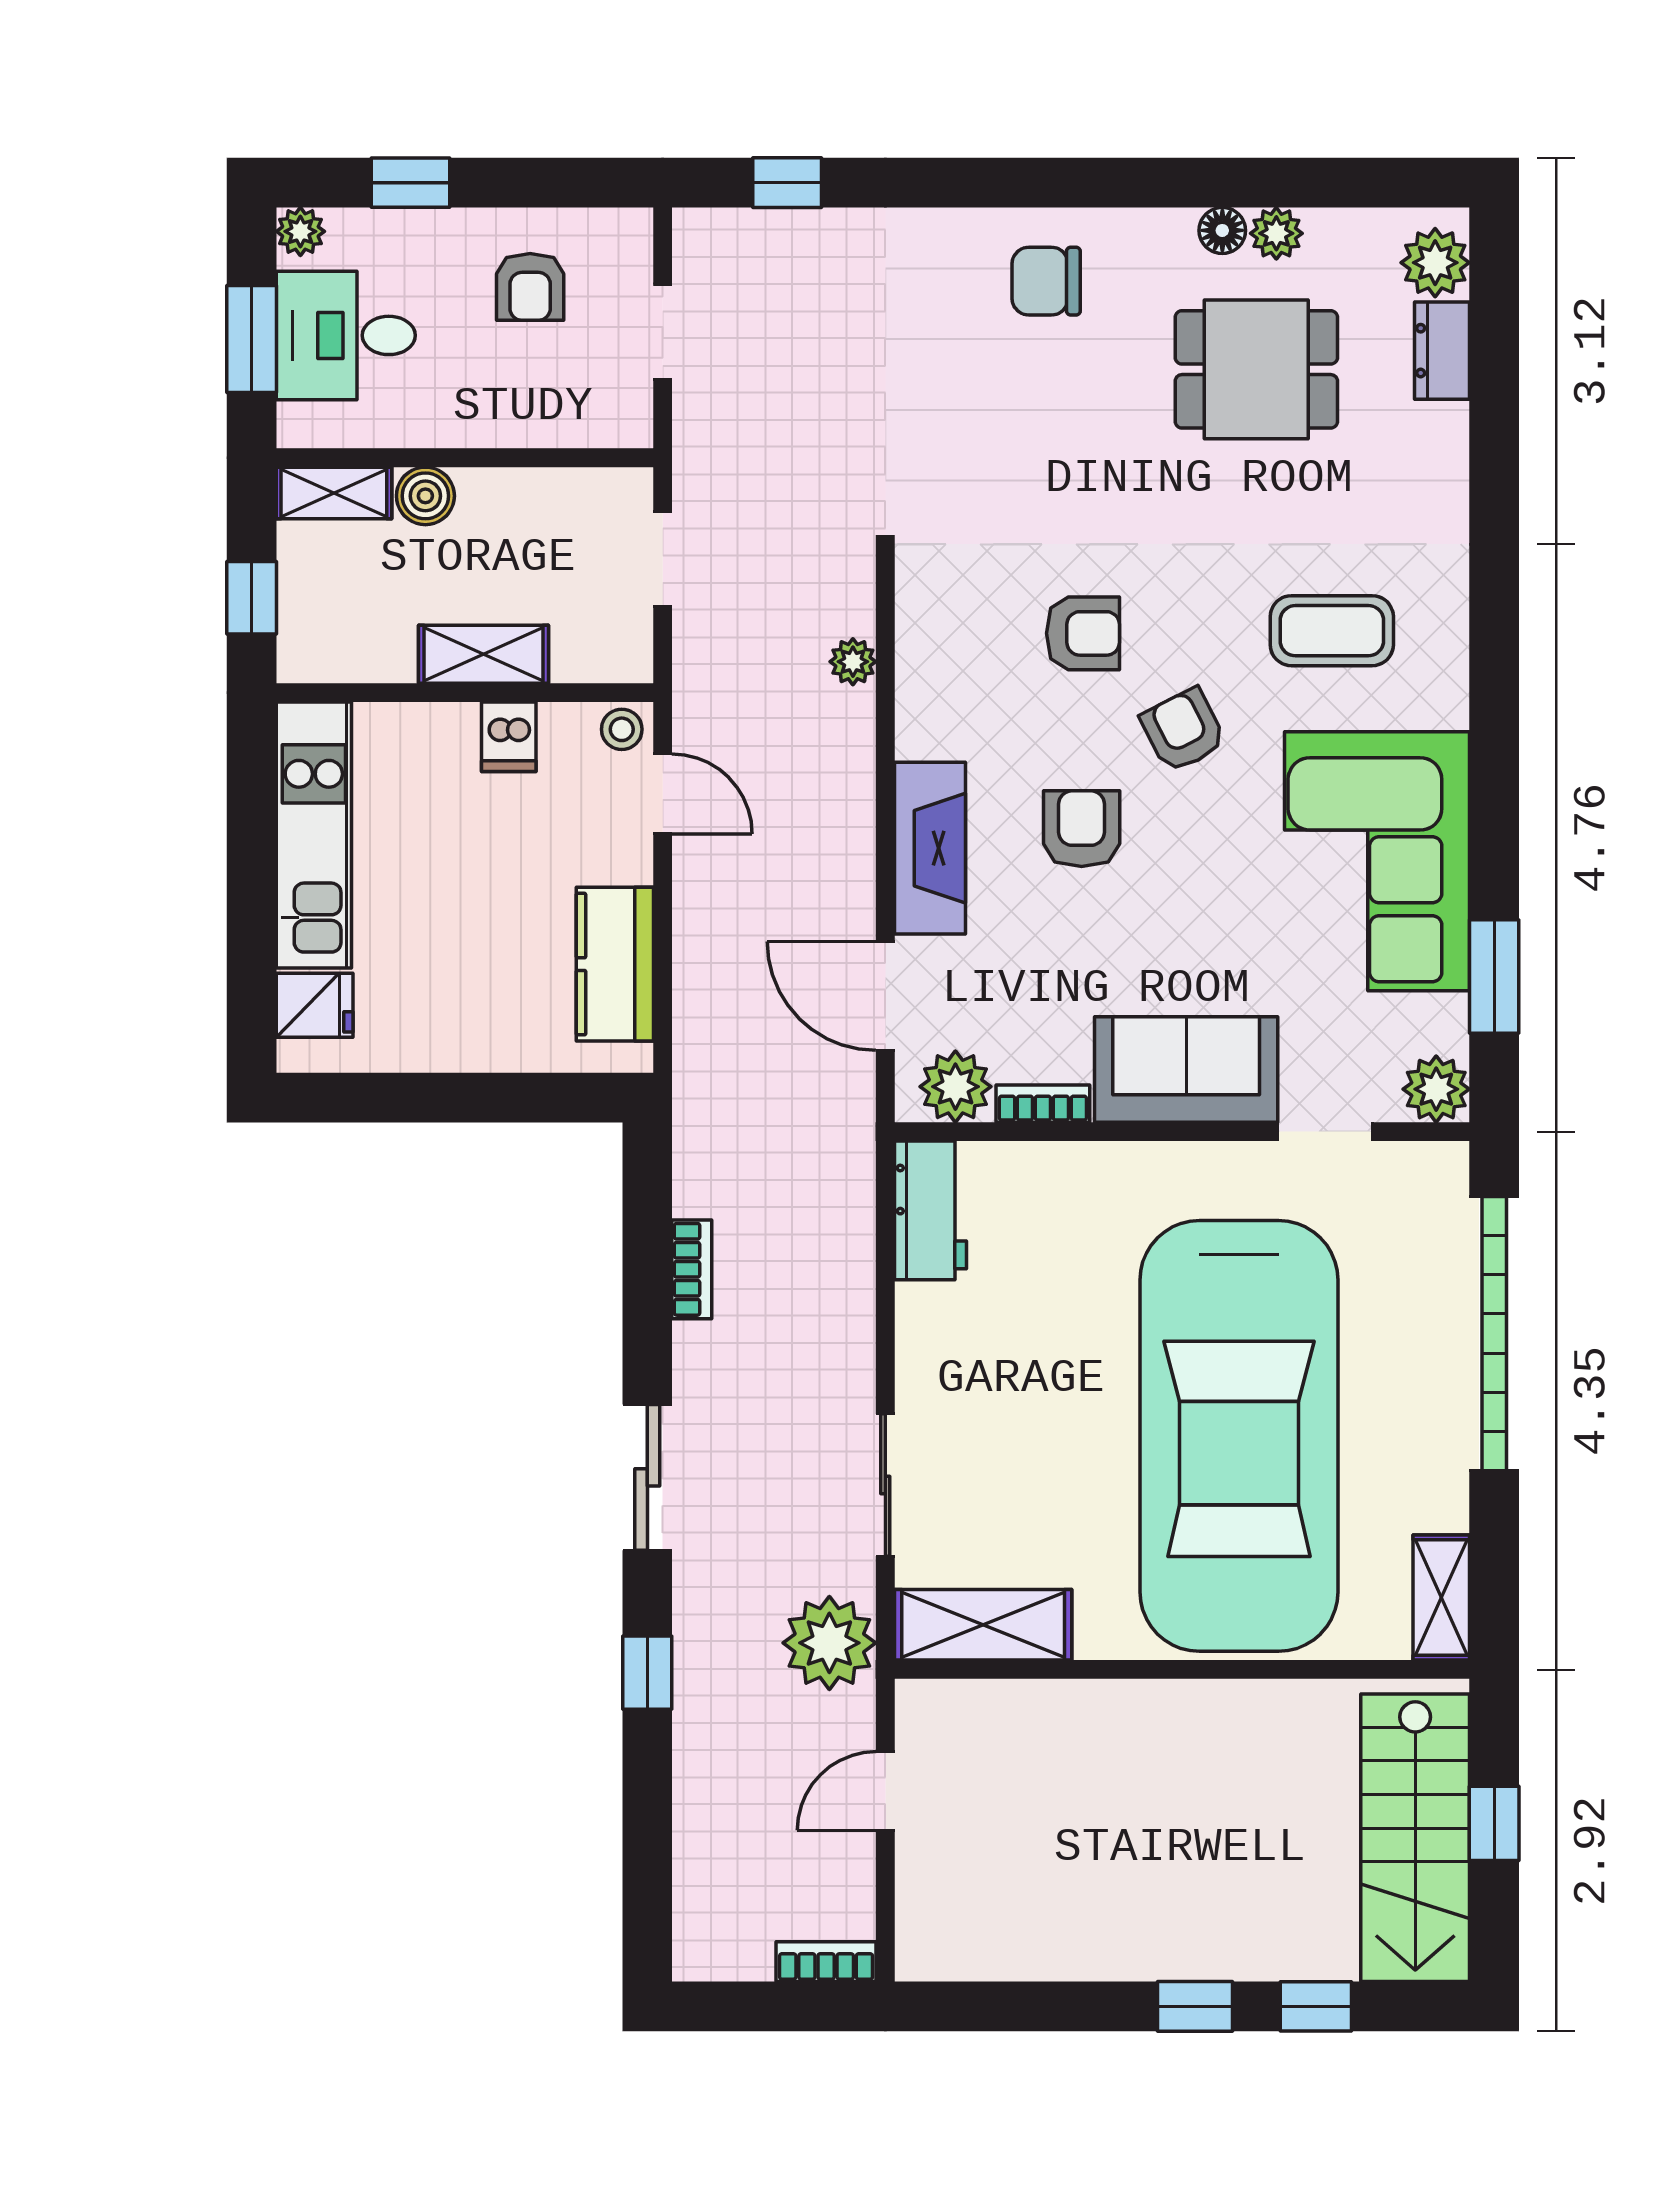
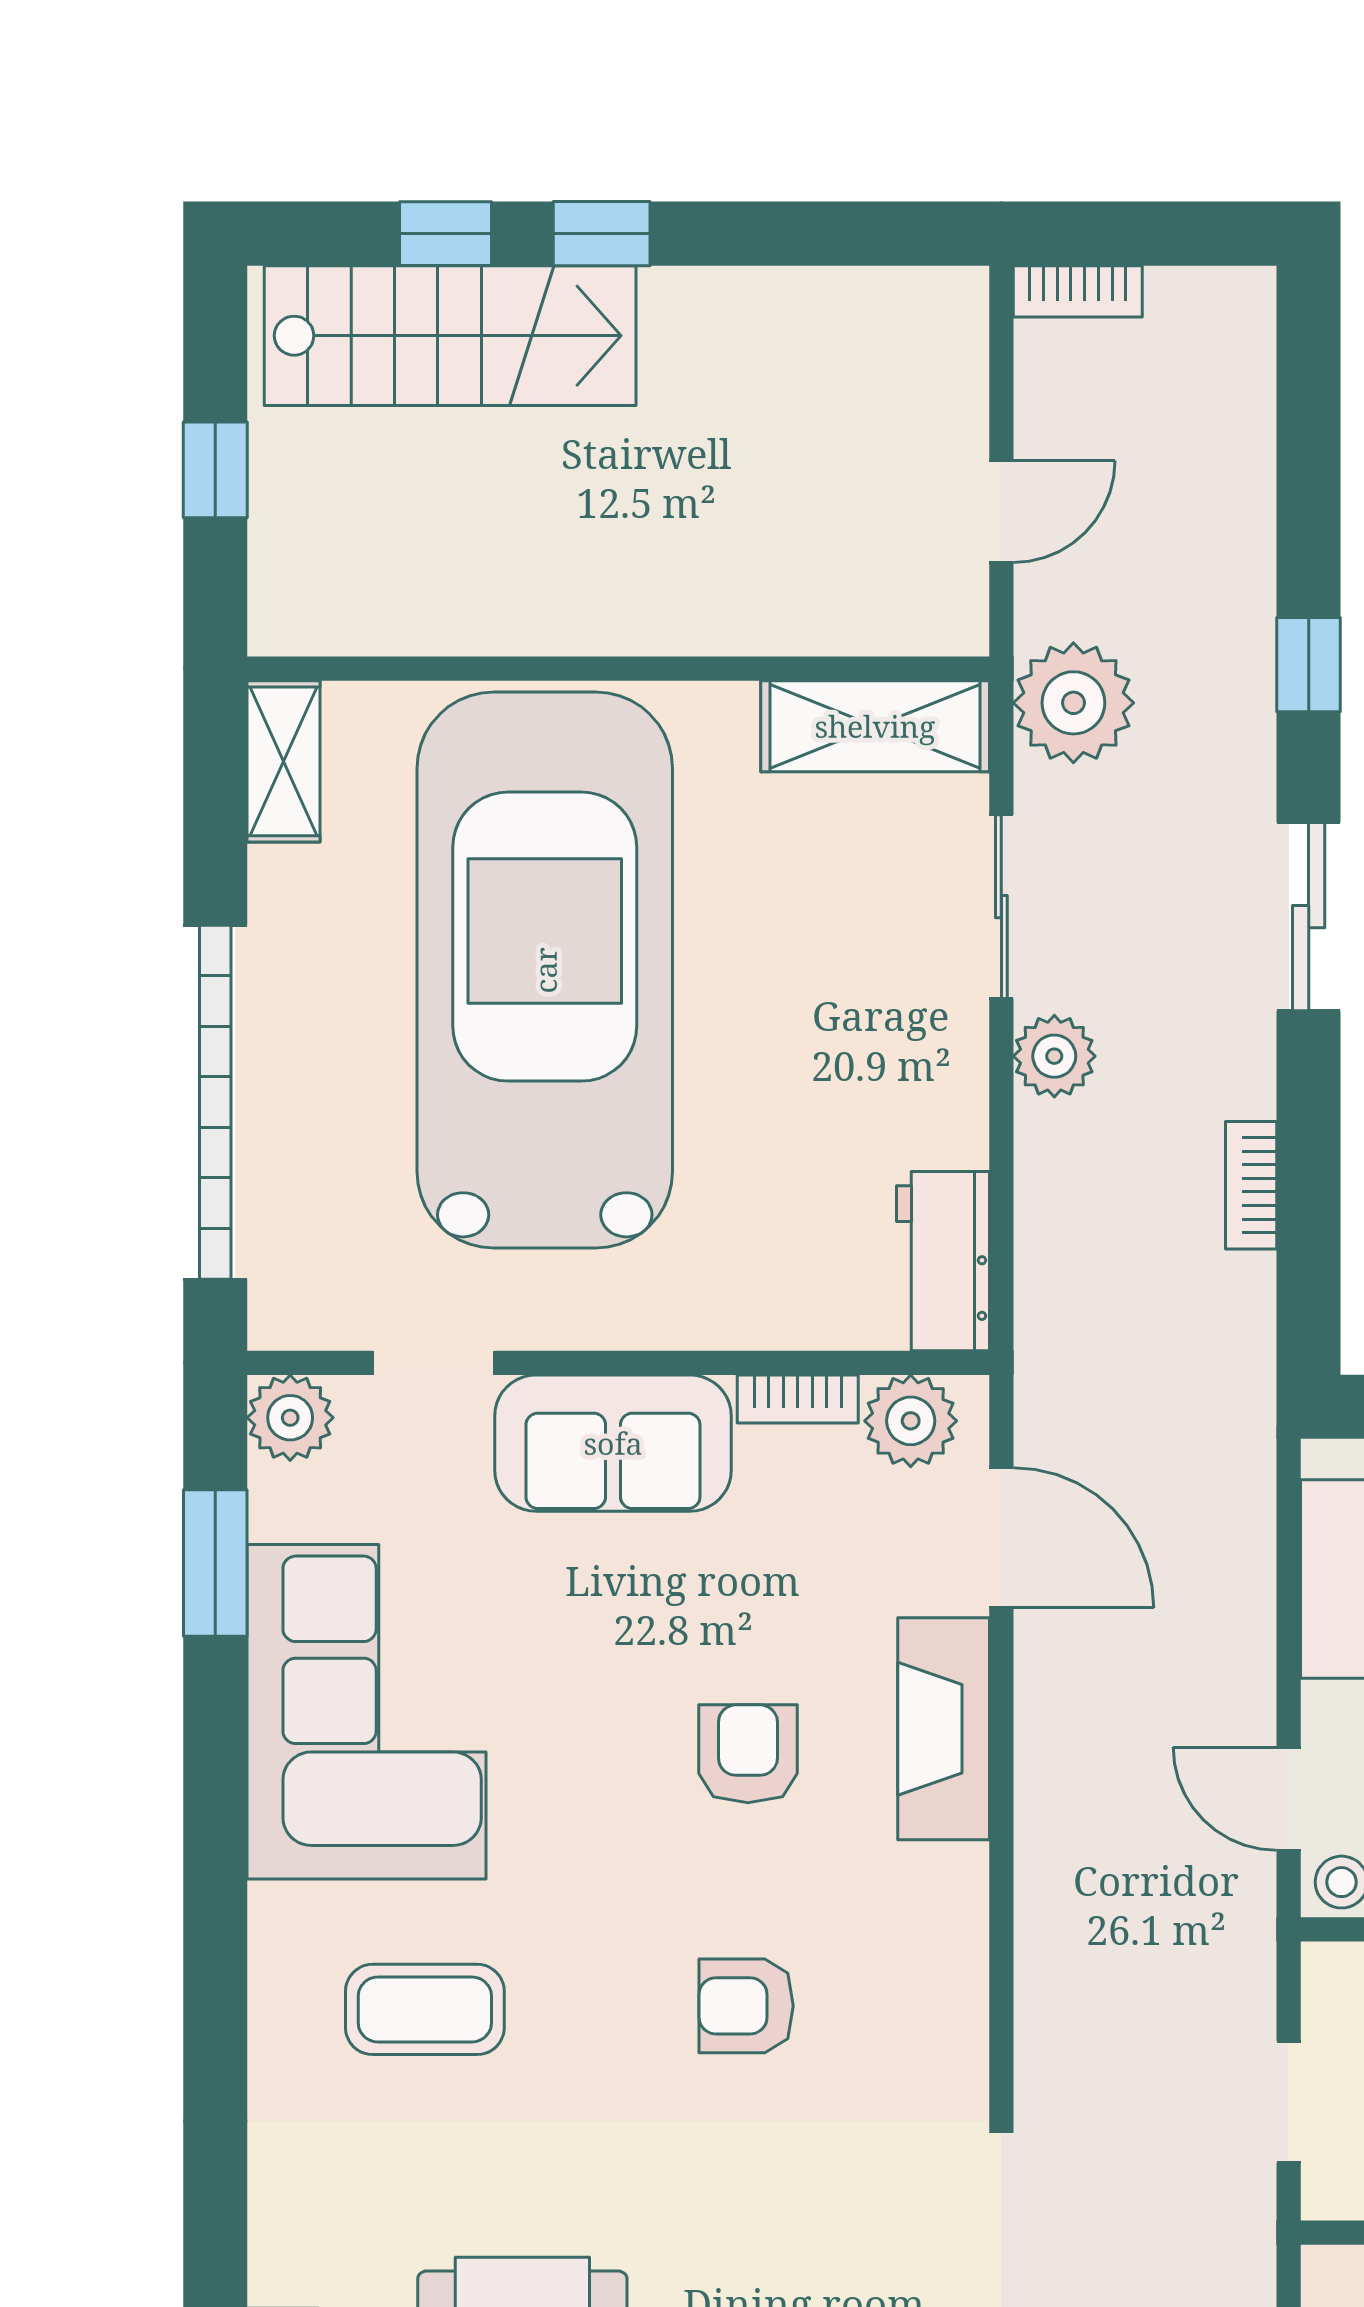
plant: (853, 662) -> (1054, 1056), moved, width x1.38, depth x1.38
armchair: (1183, 730) -> (617, 1881), removed
armchair: (1082, 829) -> (748, 1754), turned 180
stairs: (1415, 1838) -> (450, 336), moved, turned 90

